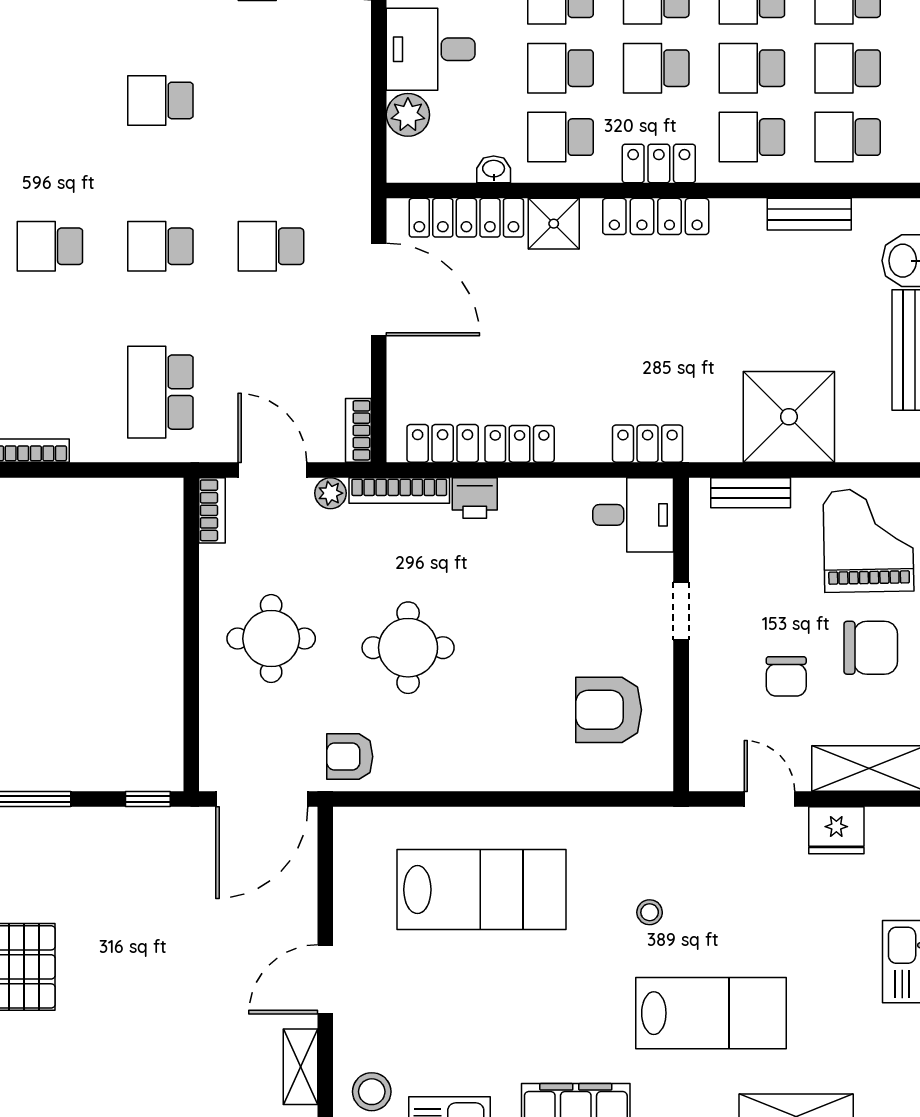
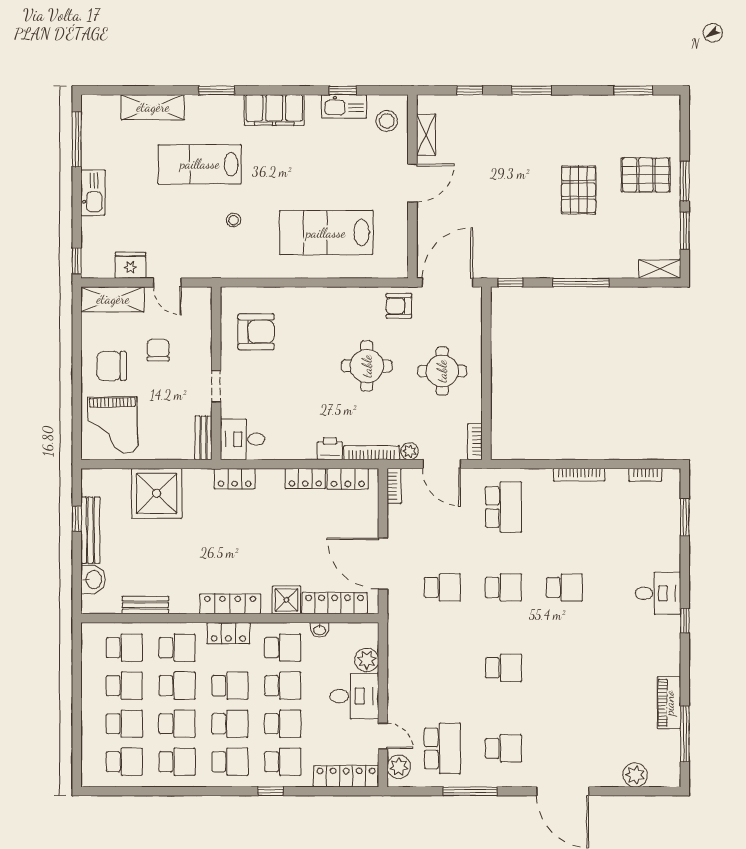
bench: (751, 493) -> (203, 438), moved, turned 90
armchair: (350, 757) -> (399, 306), turned 180

